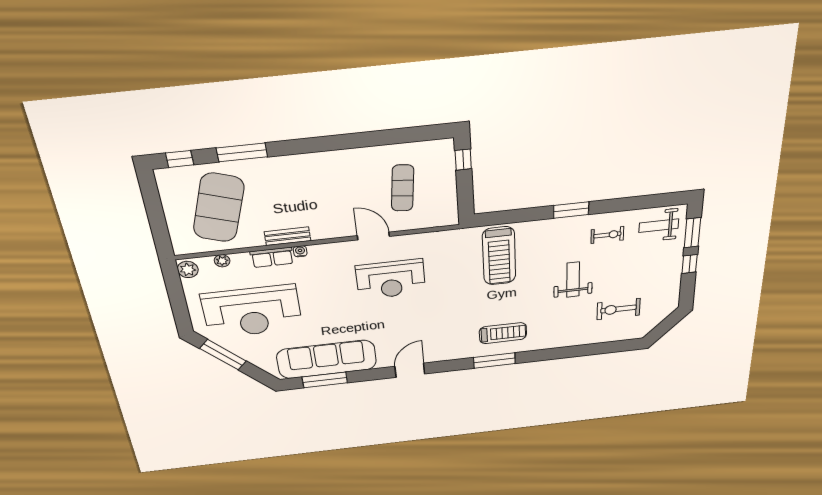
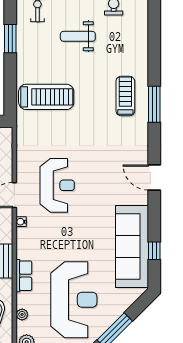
water cooler: (300, 251) -> (21, 222), moved
window: (325, 380) -> (154, 251), width x0.46

